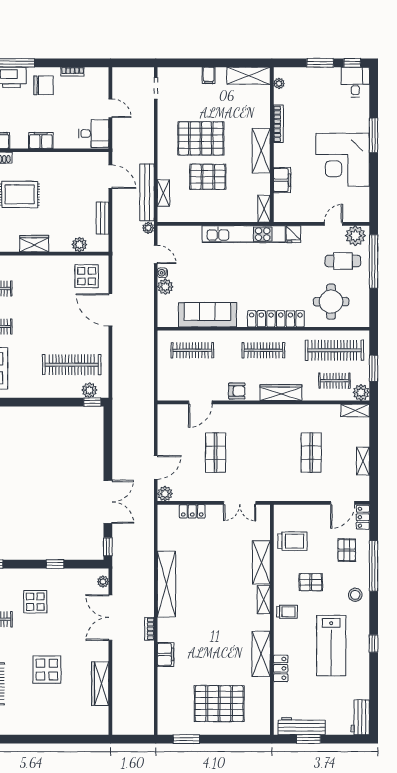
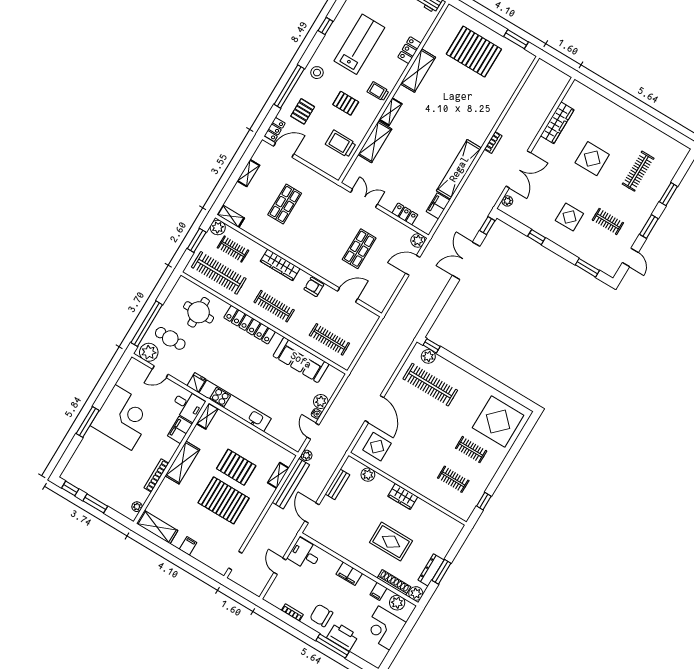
desk: (355, 82) -> (188, 405), moved, turned -90
filing cabinet: (166, 654) -> (438, 206), moved

